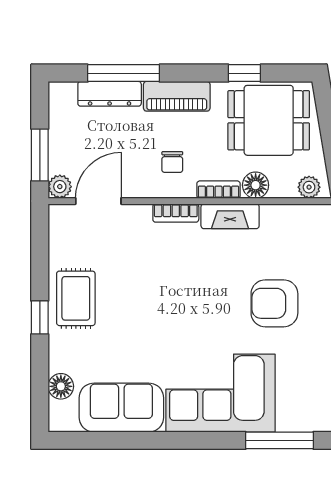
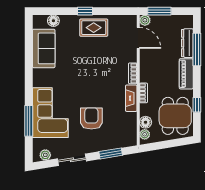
chair: (172, 162) -> (156, 72), removed
floor lamp: (256, 185) -> (146, 122), moved
corner sofa: (220, 393) -> (50, 113), moved

